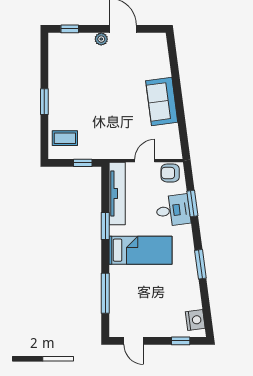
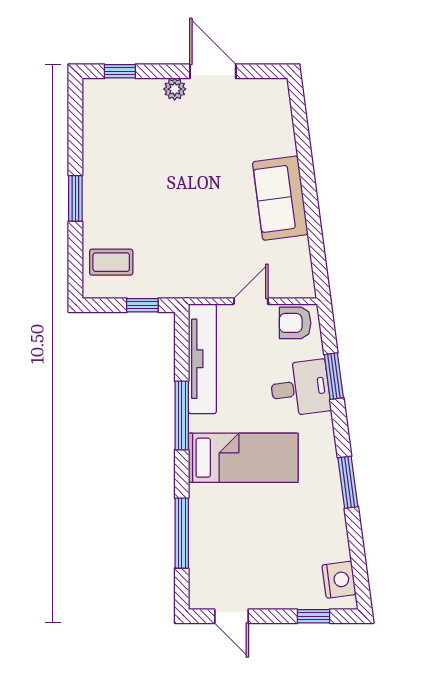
window: (105, 226) -> (182, 415), width x1.44

